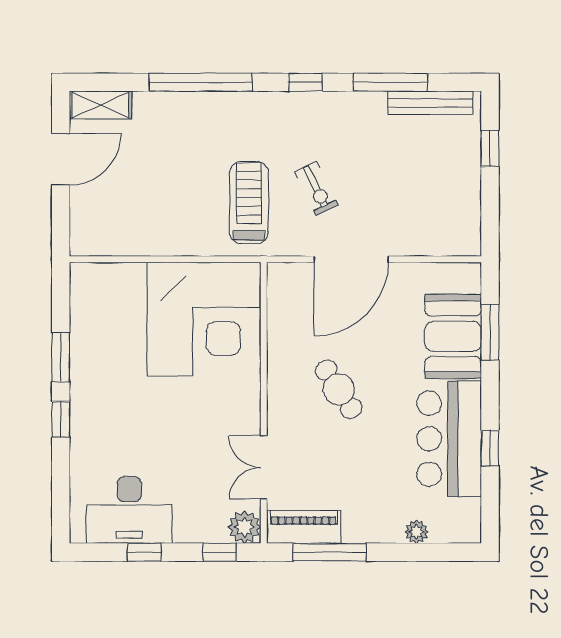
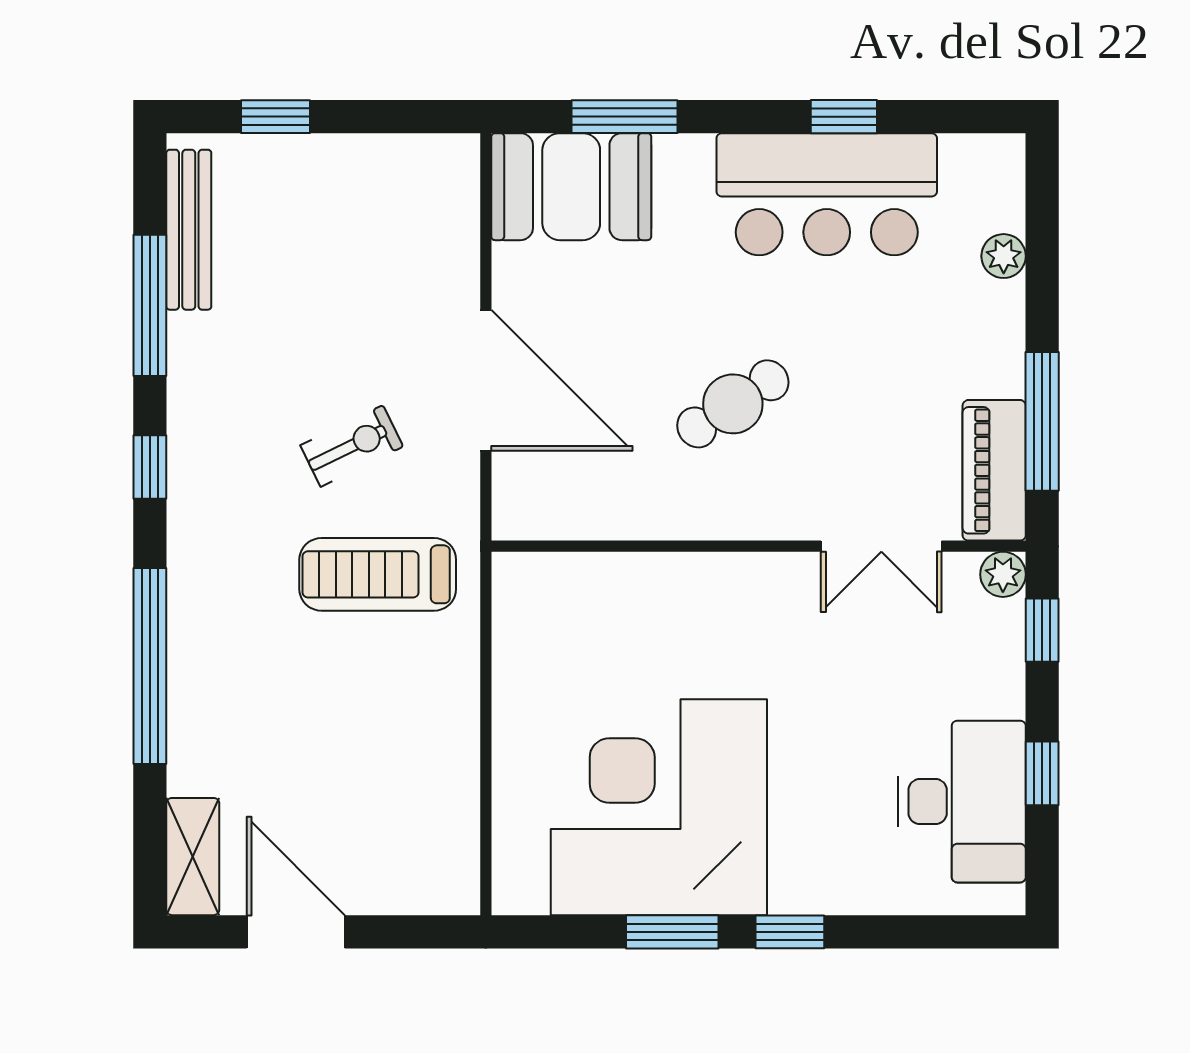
corner desk: (204, 319) -> (659, 807), moved, turned -90
booth: (453, 336) -> (571, 187), moved
plant: (244, 527) -> (1003, 574), width x0.73, depth x0.73

